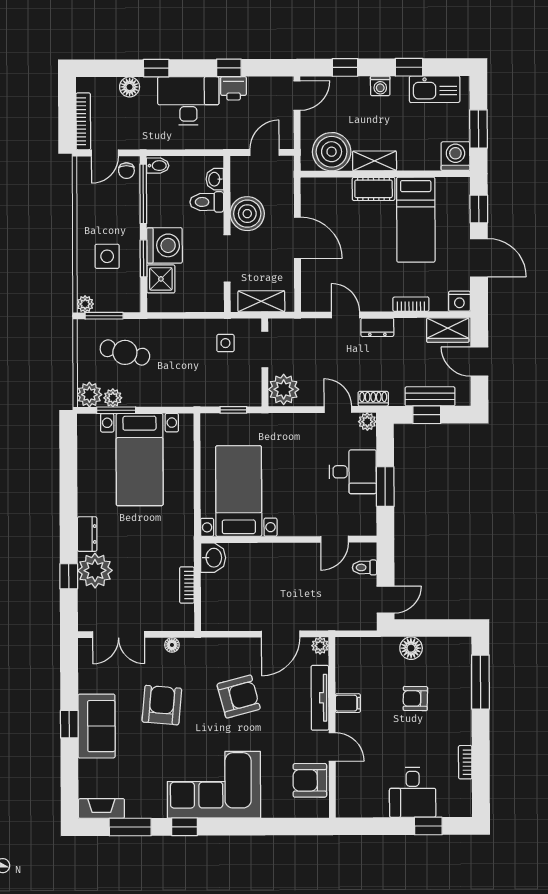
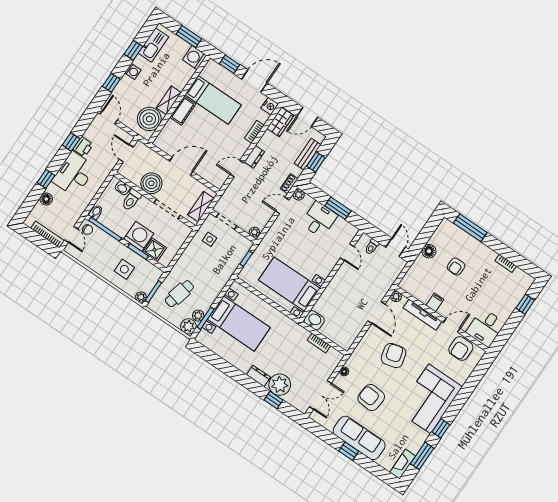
plant: (284, 389) -> (254, 232), width x0.53, depth x0.53
sofa: (97, 726) -> (359, 438), width x1.36
desk: (413, 792) -> (486, 328), moved, turned 90

